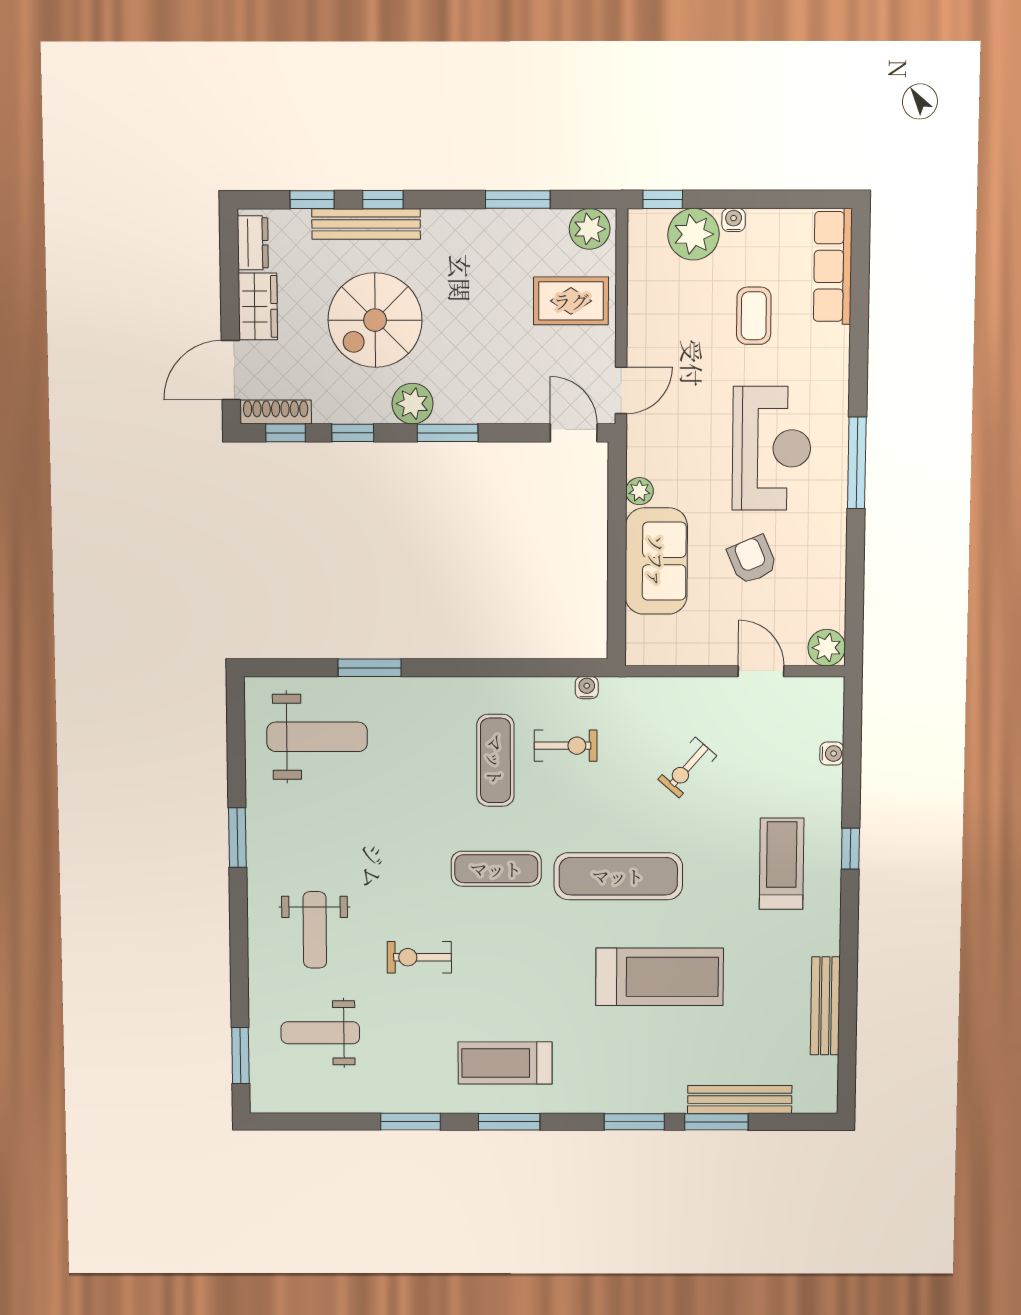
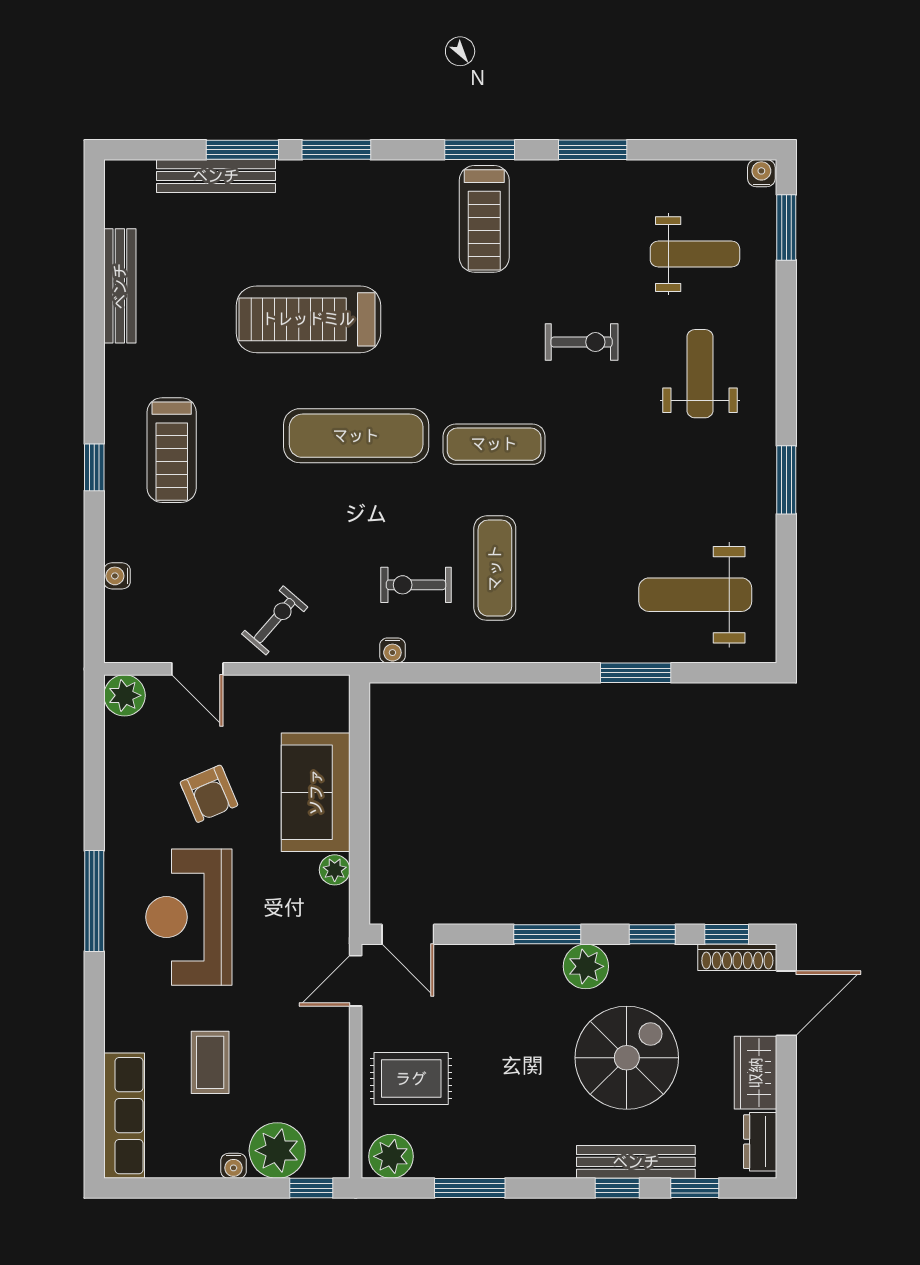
exercise bike: (687, 768) -> (275, 620), moved
treadmill: (505, 1063) -> (484, 219), turned 90
water cooler: (263, 1102) -> (761, 173), added

